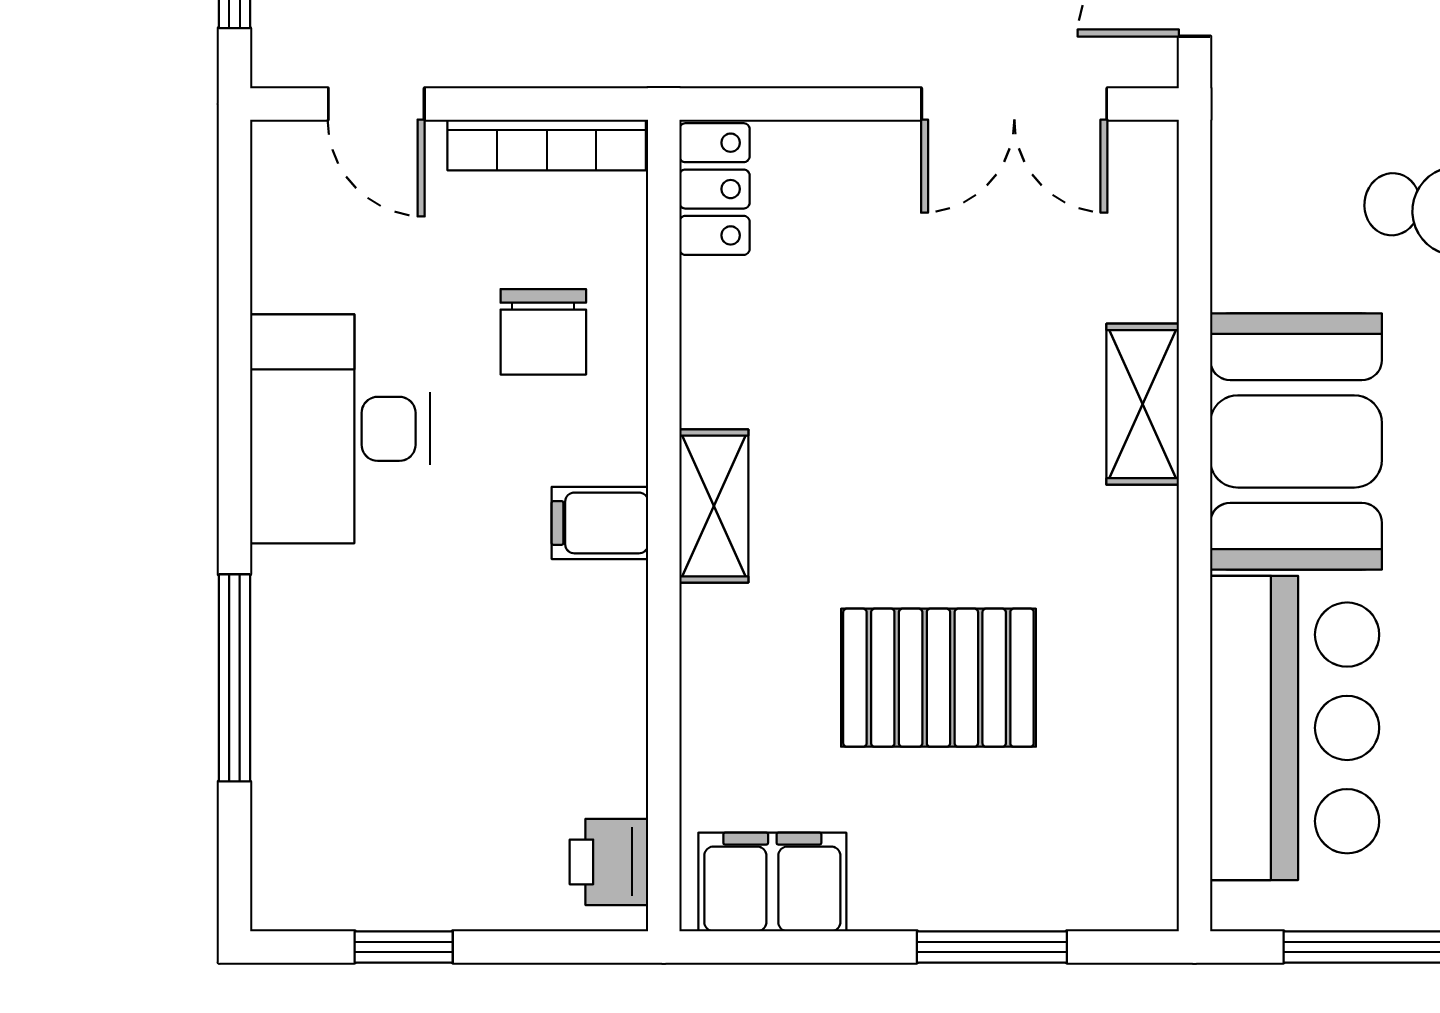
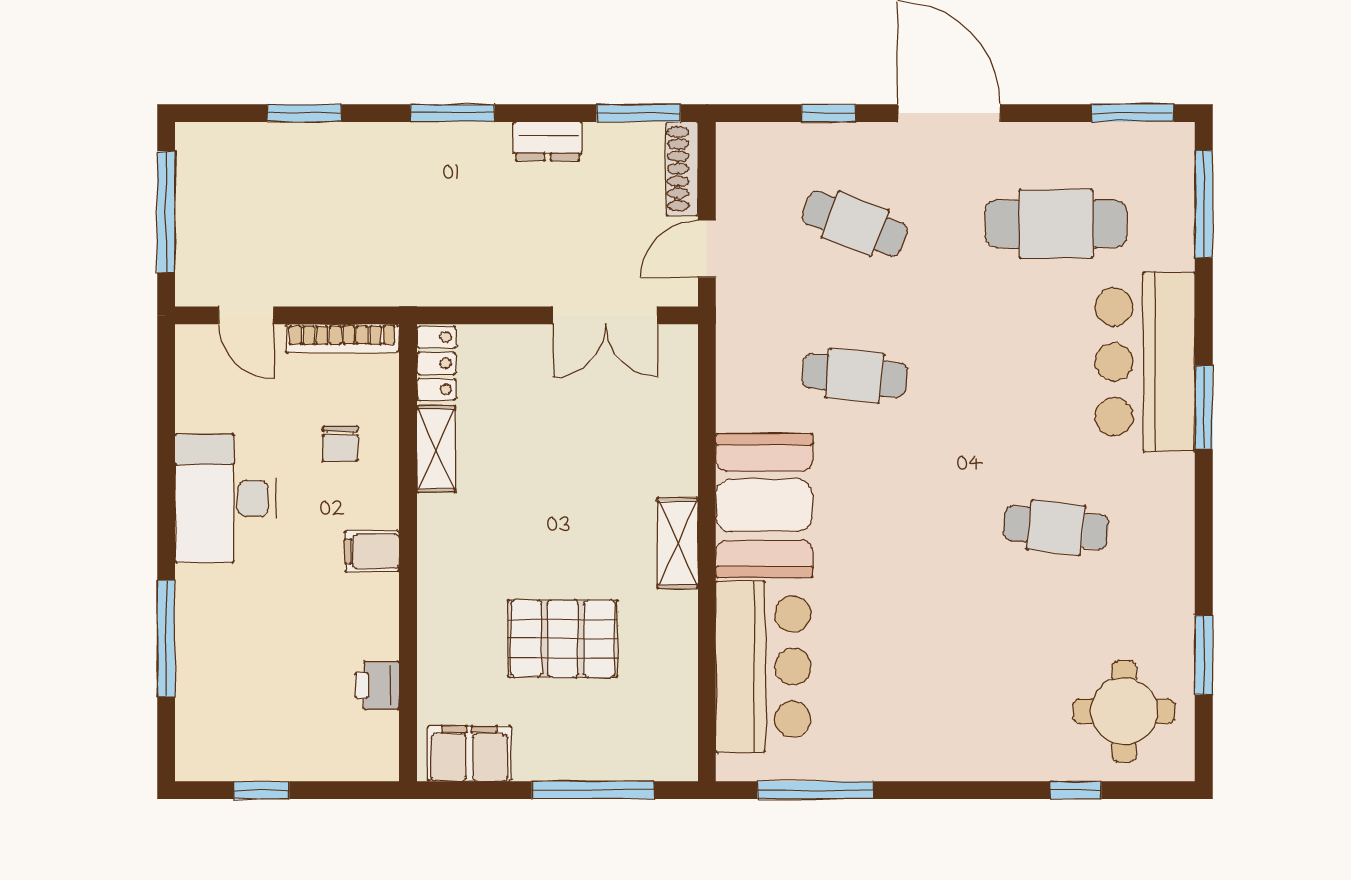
chair: (543, 332) -> (340, 444), width x0.73, depth x0.73
shelving: (1143, 404) -> (678, 543), moved
shelving: (714, 506) -> (436, 449), moved
printer: (609, 862) -> (377, 686), moved
window: (992, 947) -> (593, 790), width x1.44

